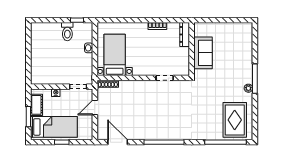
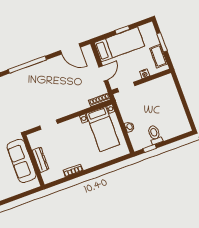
dresser: (185, 34) -> (40, 160), moved
sofa: (203, 53) -> (22, 161), width x1.36
bed: (54, 127) -> (120, 44), moved, turned 180

